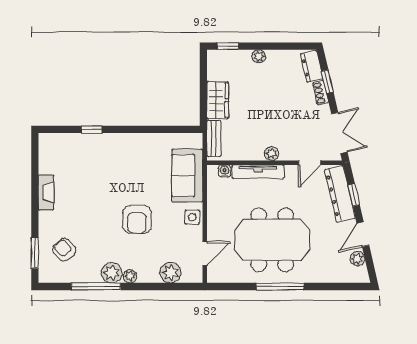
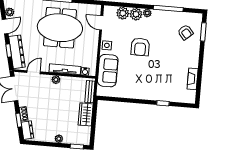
fireplace: (46, 193) -> (193, 79), moved
armchair: (137, 219) -> (140, 47), turned 180
door: (205, 253) -> (101, 23), hinge flipped
plant: (112, 273) -> (136, 14), moved

